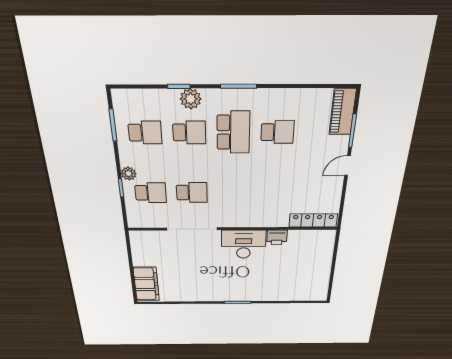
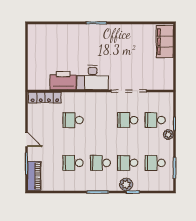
school desk: (233, 132) -> (100, 163), width x0.54
door: (347, 166) -> (26, 140), hinge flipped
school desk: (274, 192) -> (73, 120), added
printer: (277, 237) -> (63, 81), width x1.87, depth x1.48

